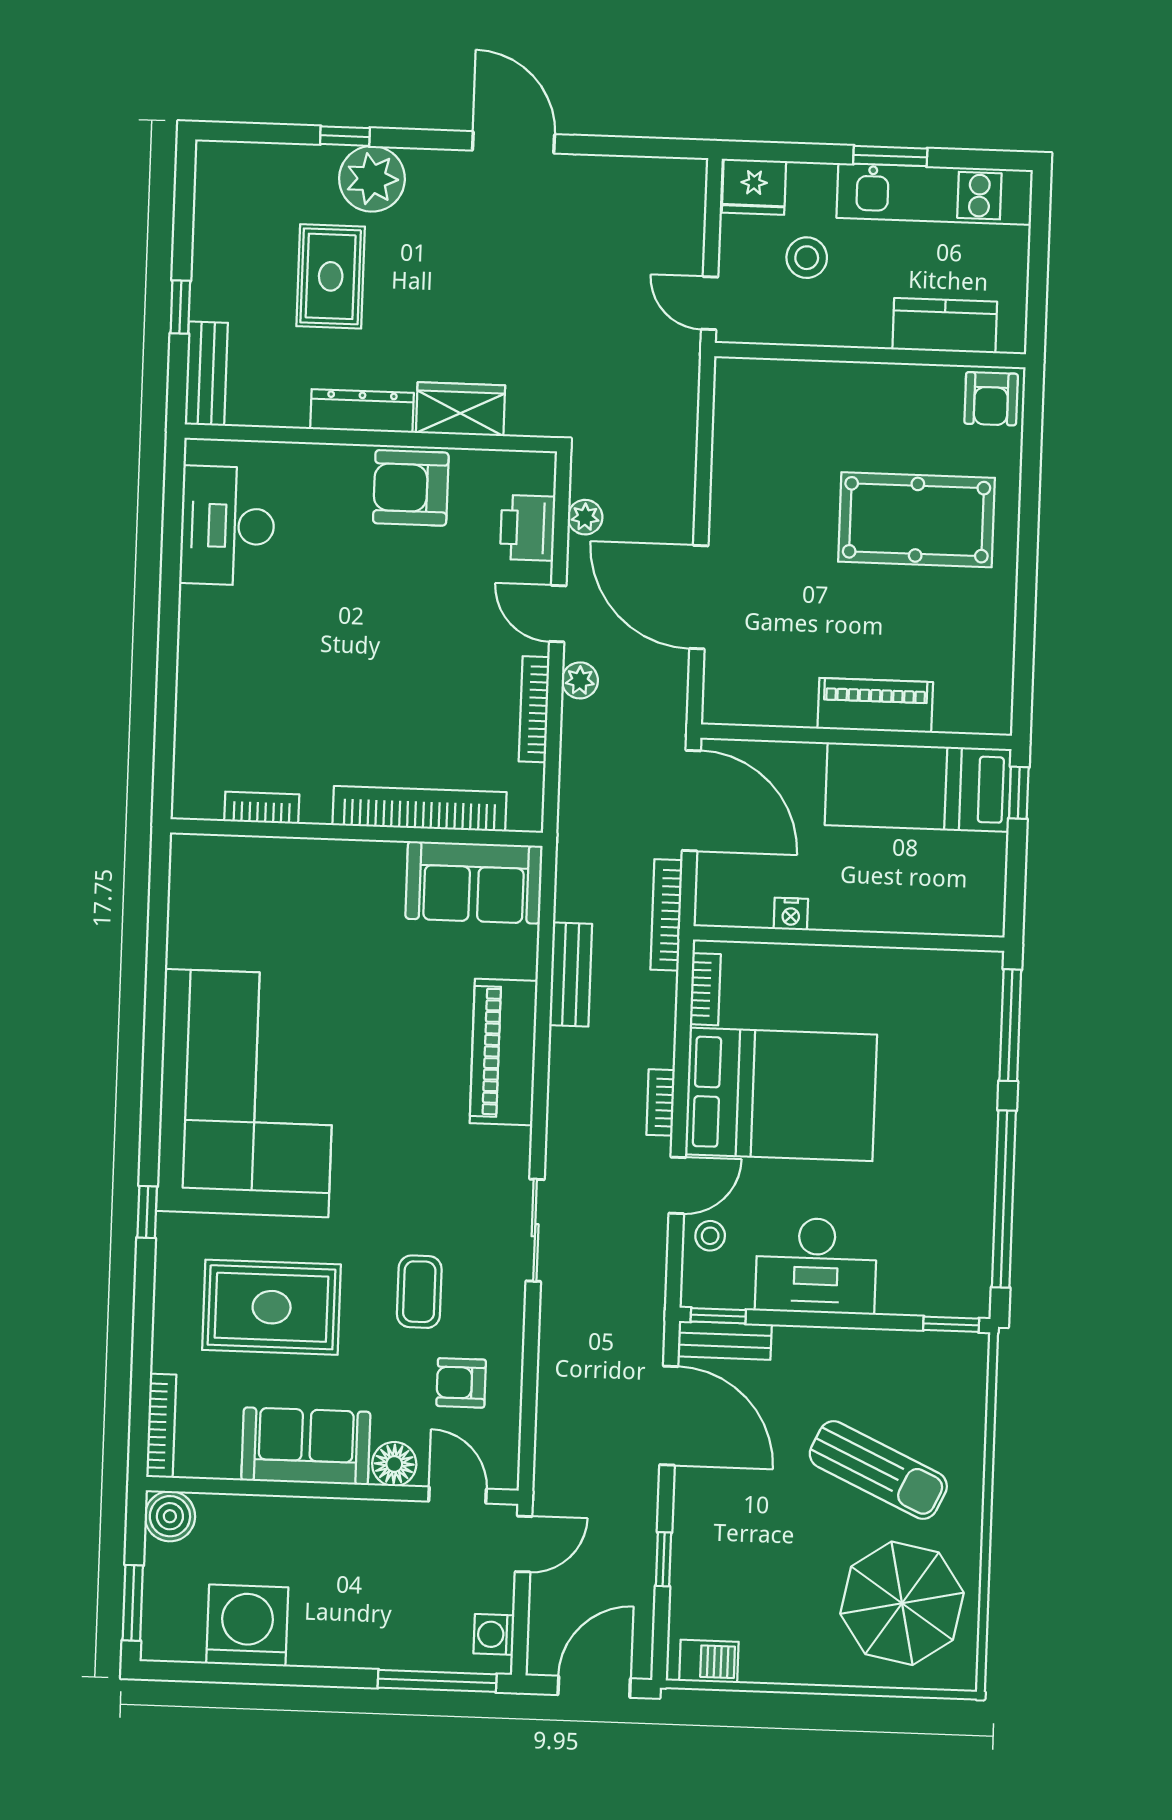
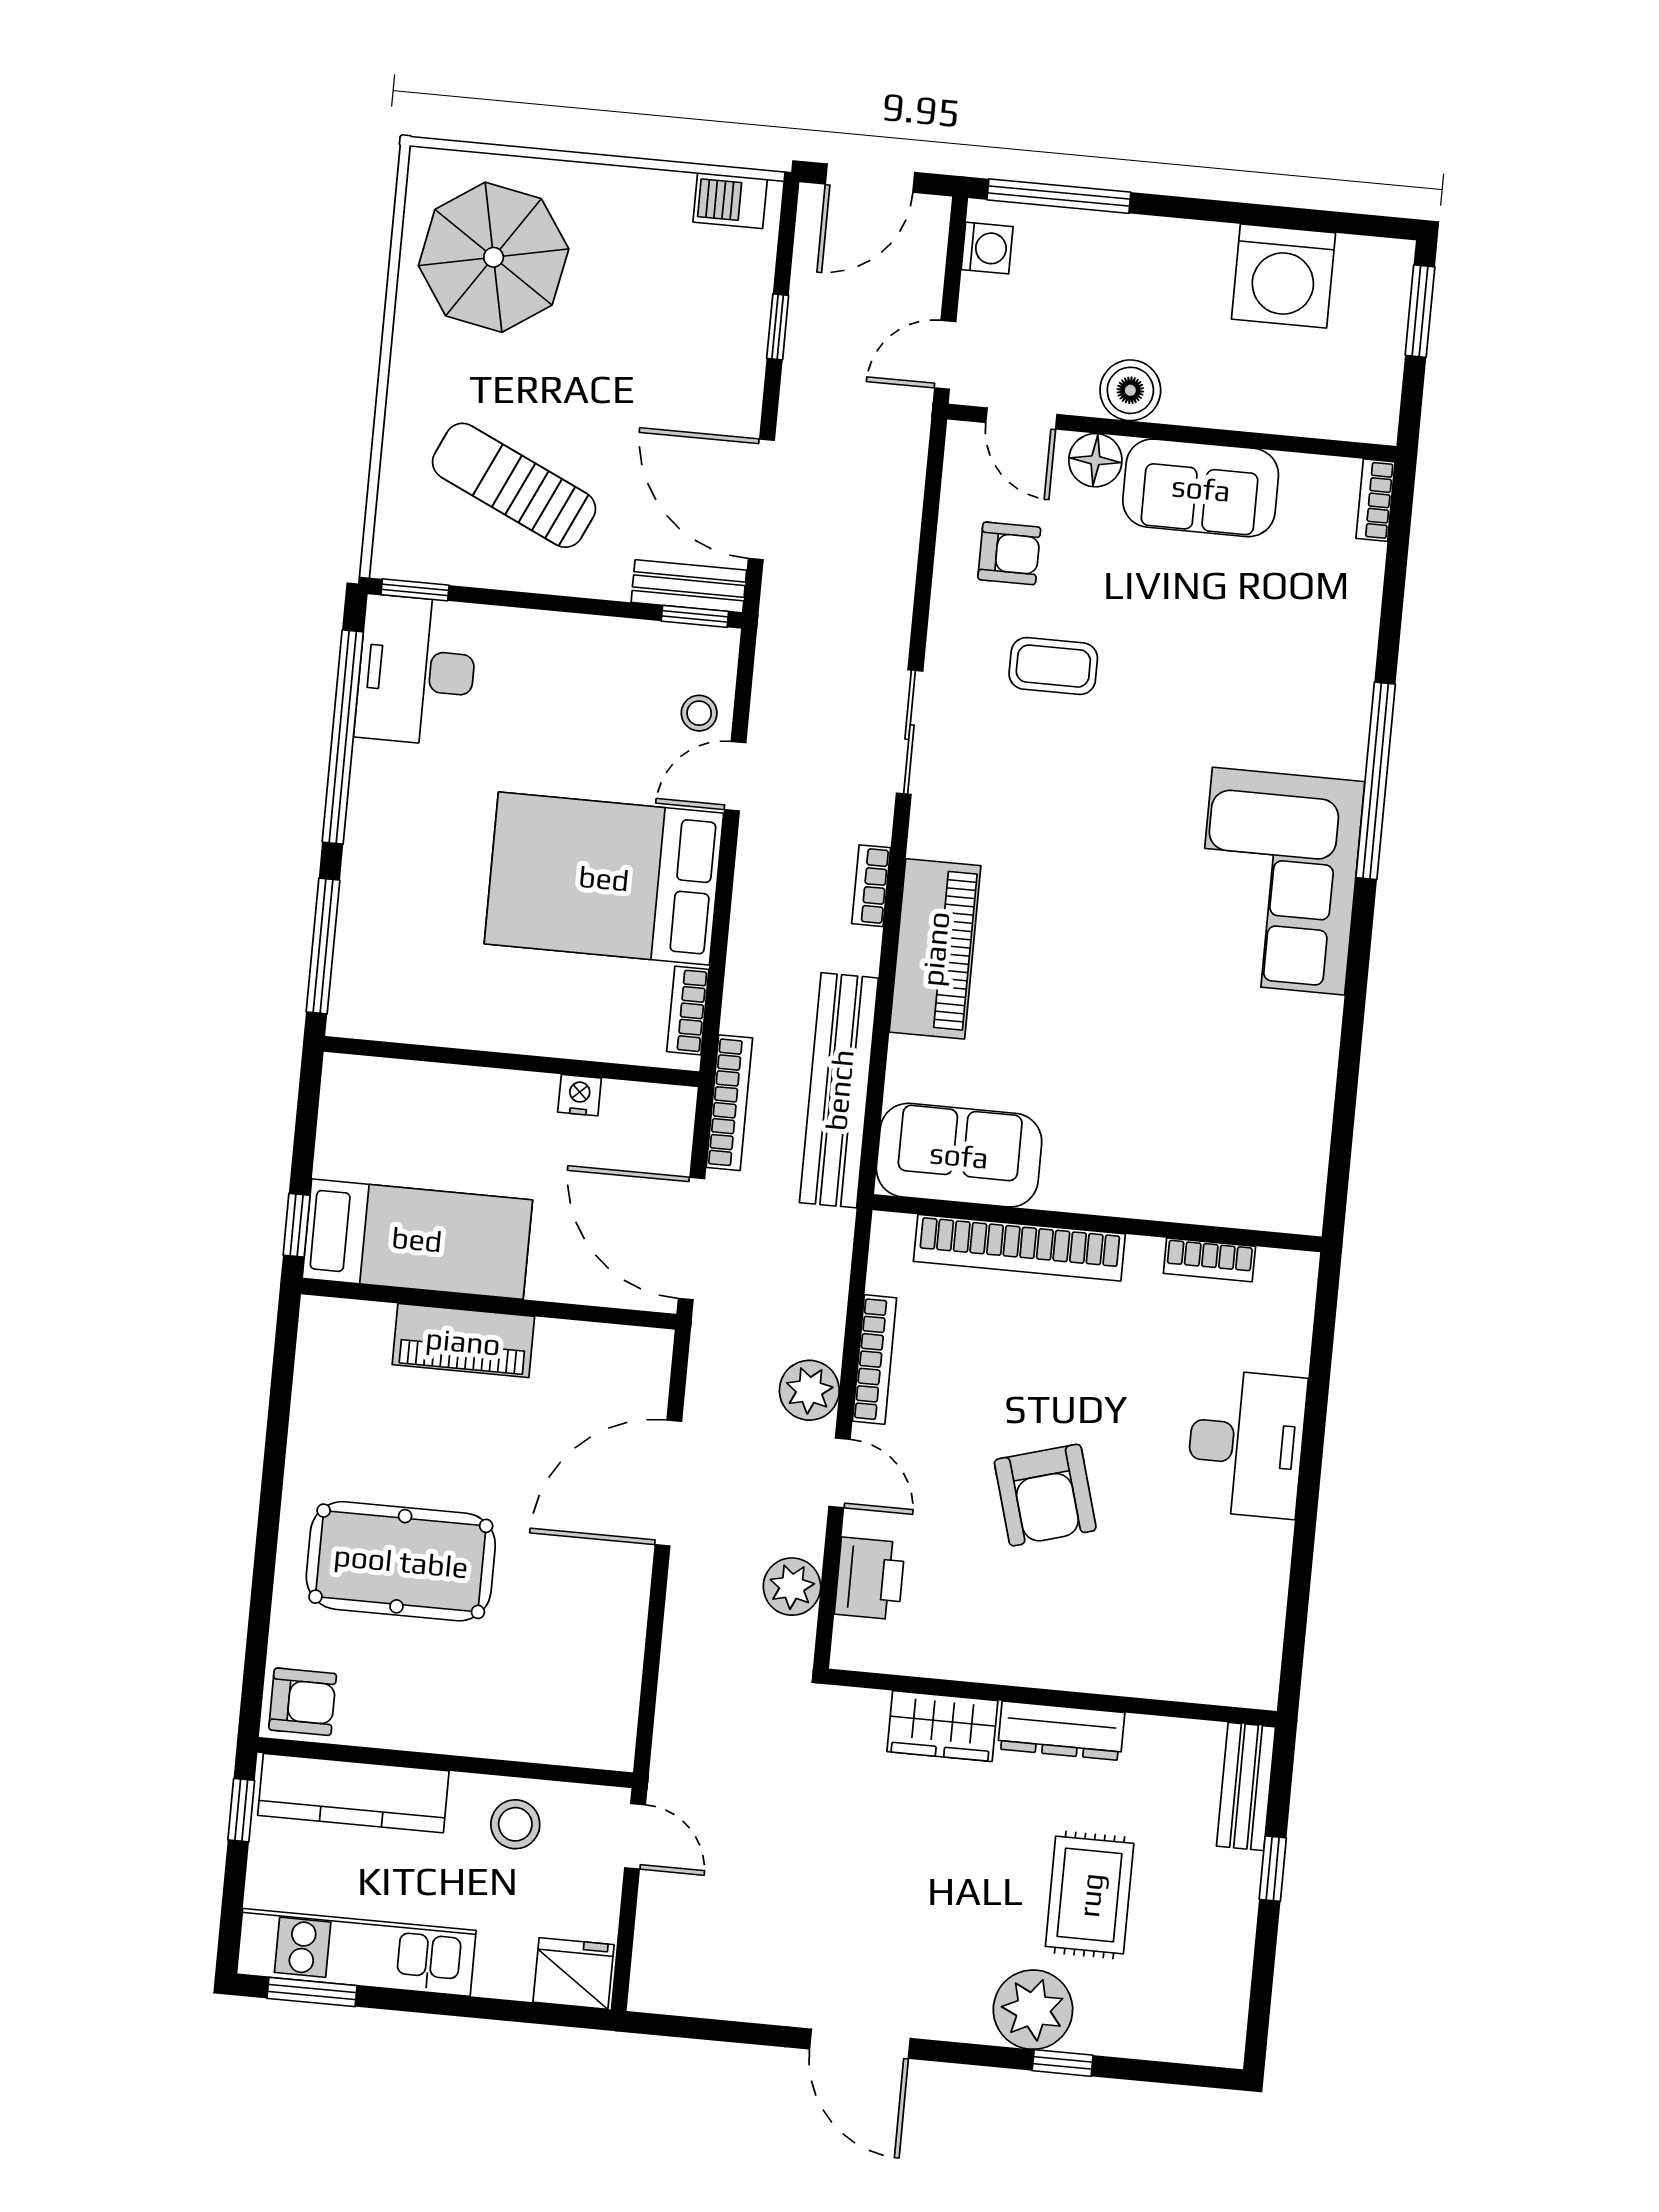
window: (890, 156) -> (312, 1992), moved
stool: (807, 258) -> (515, 1824), moved
window: (1037, 306) -> (241, 1810), added
kitchen counter: (945, 326) -> (353, 1793), width x1.50
armchair: (991, 399) -> (303, 1702), turned 90
armchair: (411, 488) -> (1045, 1495), moved, turned 74
plant: (585, 517) -> (792, 1587), width x1.38, depth x1.38
desk: (227, 526) -> (1246, 1444), moved
door: (699, 597) -> (668, 1483), swing flipped
plant: (580, 680) -> (809, 1390), width x1.38, depth x1.38
bench: (571, 975) -> (839, 1090), width x1.86, depth x1.21
corner sofa: (247, 1093) -> (1279, 881), width x0.73, depth x0.74
bookcase: (661, 1102) -> (871, 886), moved, turned 180
window: (147, 1212) -> (1376, 781), width x3.17
desk: (816, 1266) -> (417, 670), moved, turned -90
coffee table: (419, 1292) -> (1053, 666), turned 90
rug: (272, 1307) -> (1232, 658), removed
bookcase: (161, 1426) -> (1375, 500), width x0.64
sun lounger: (878, 1470) -> (514, 485), moved
boiler: (170, 1516) -> (1130, 390), moved

